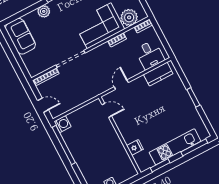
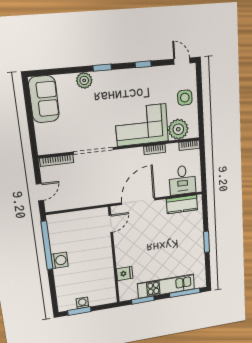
door: (121, 85) -> (138, 201), width x1.87
door: (43, 105) -> (40, 192), hinge flipped
door: (107, 110) -> (111, 224), hinge flipped
washing machine: (63, 124) -> (60, 260), moved

